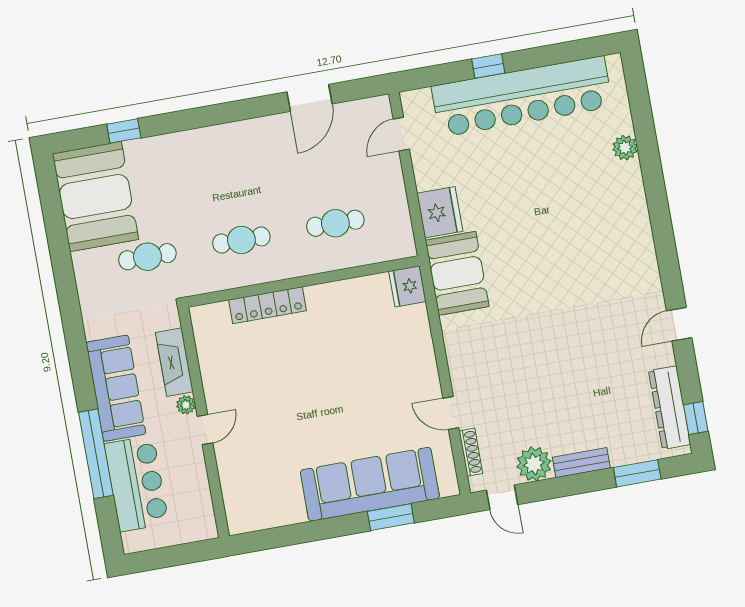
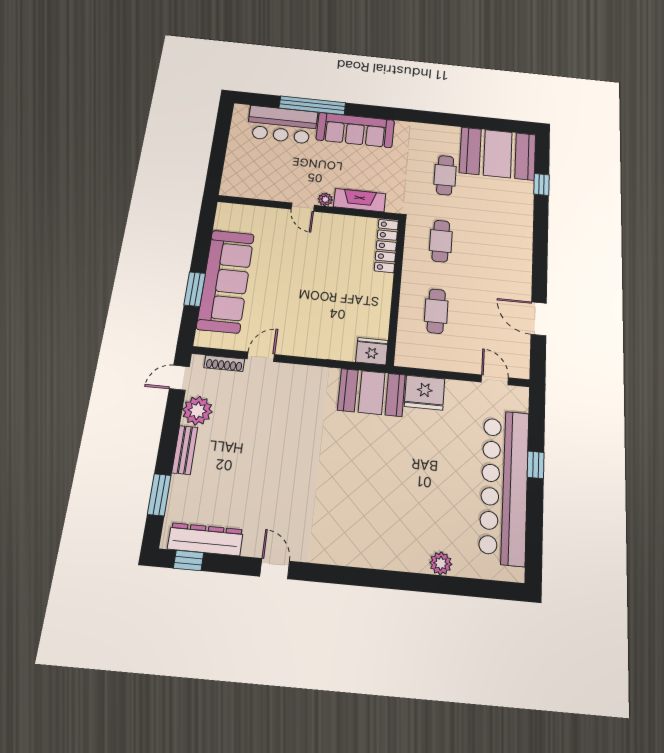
fireplace: (174, 362) -> (360, 200), moved
plant: (186, 405) -> (325, 199), moved
wall: (204, 422) -> (308, 208), moved
door: (205, 430) -> (303, 207), moved

